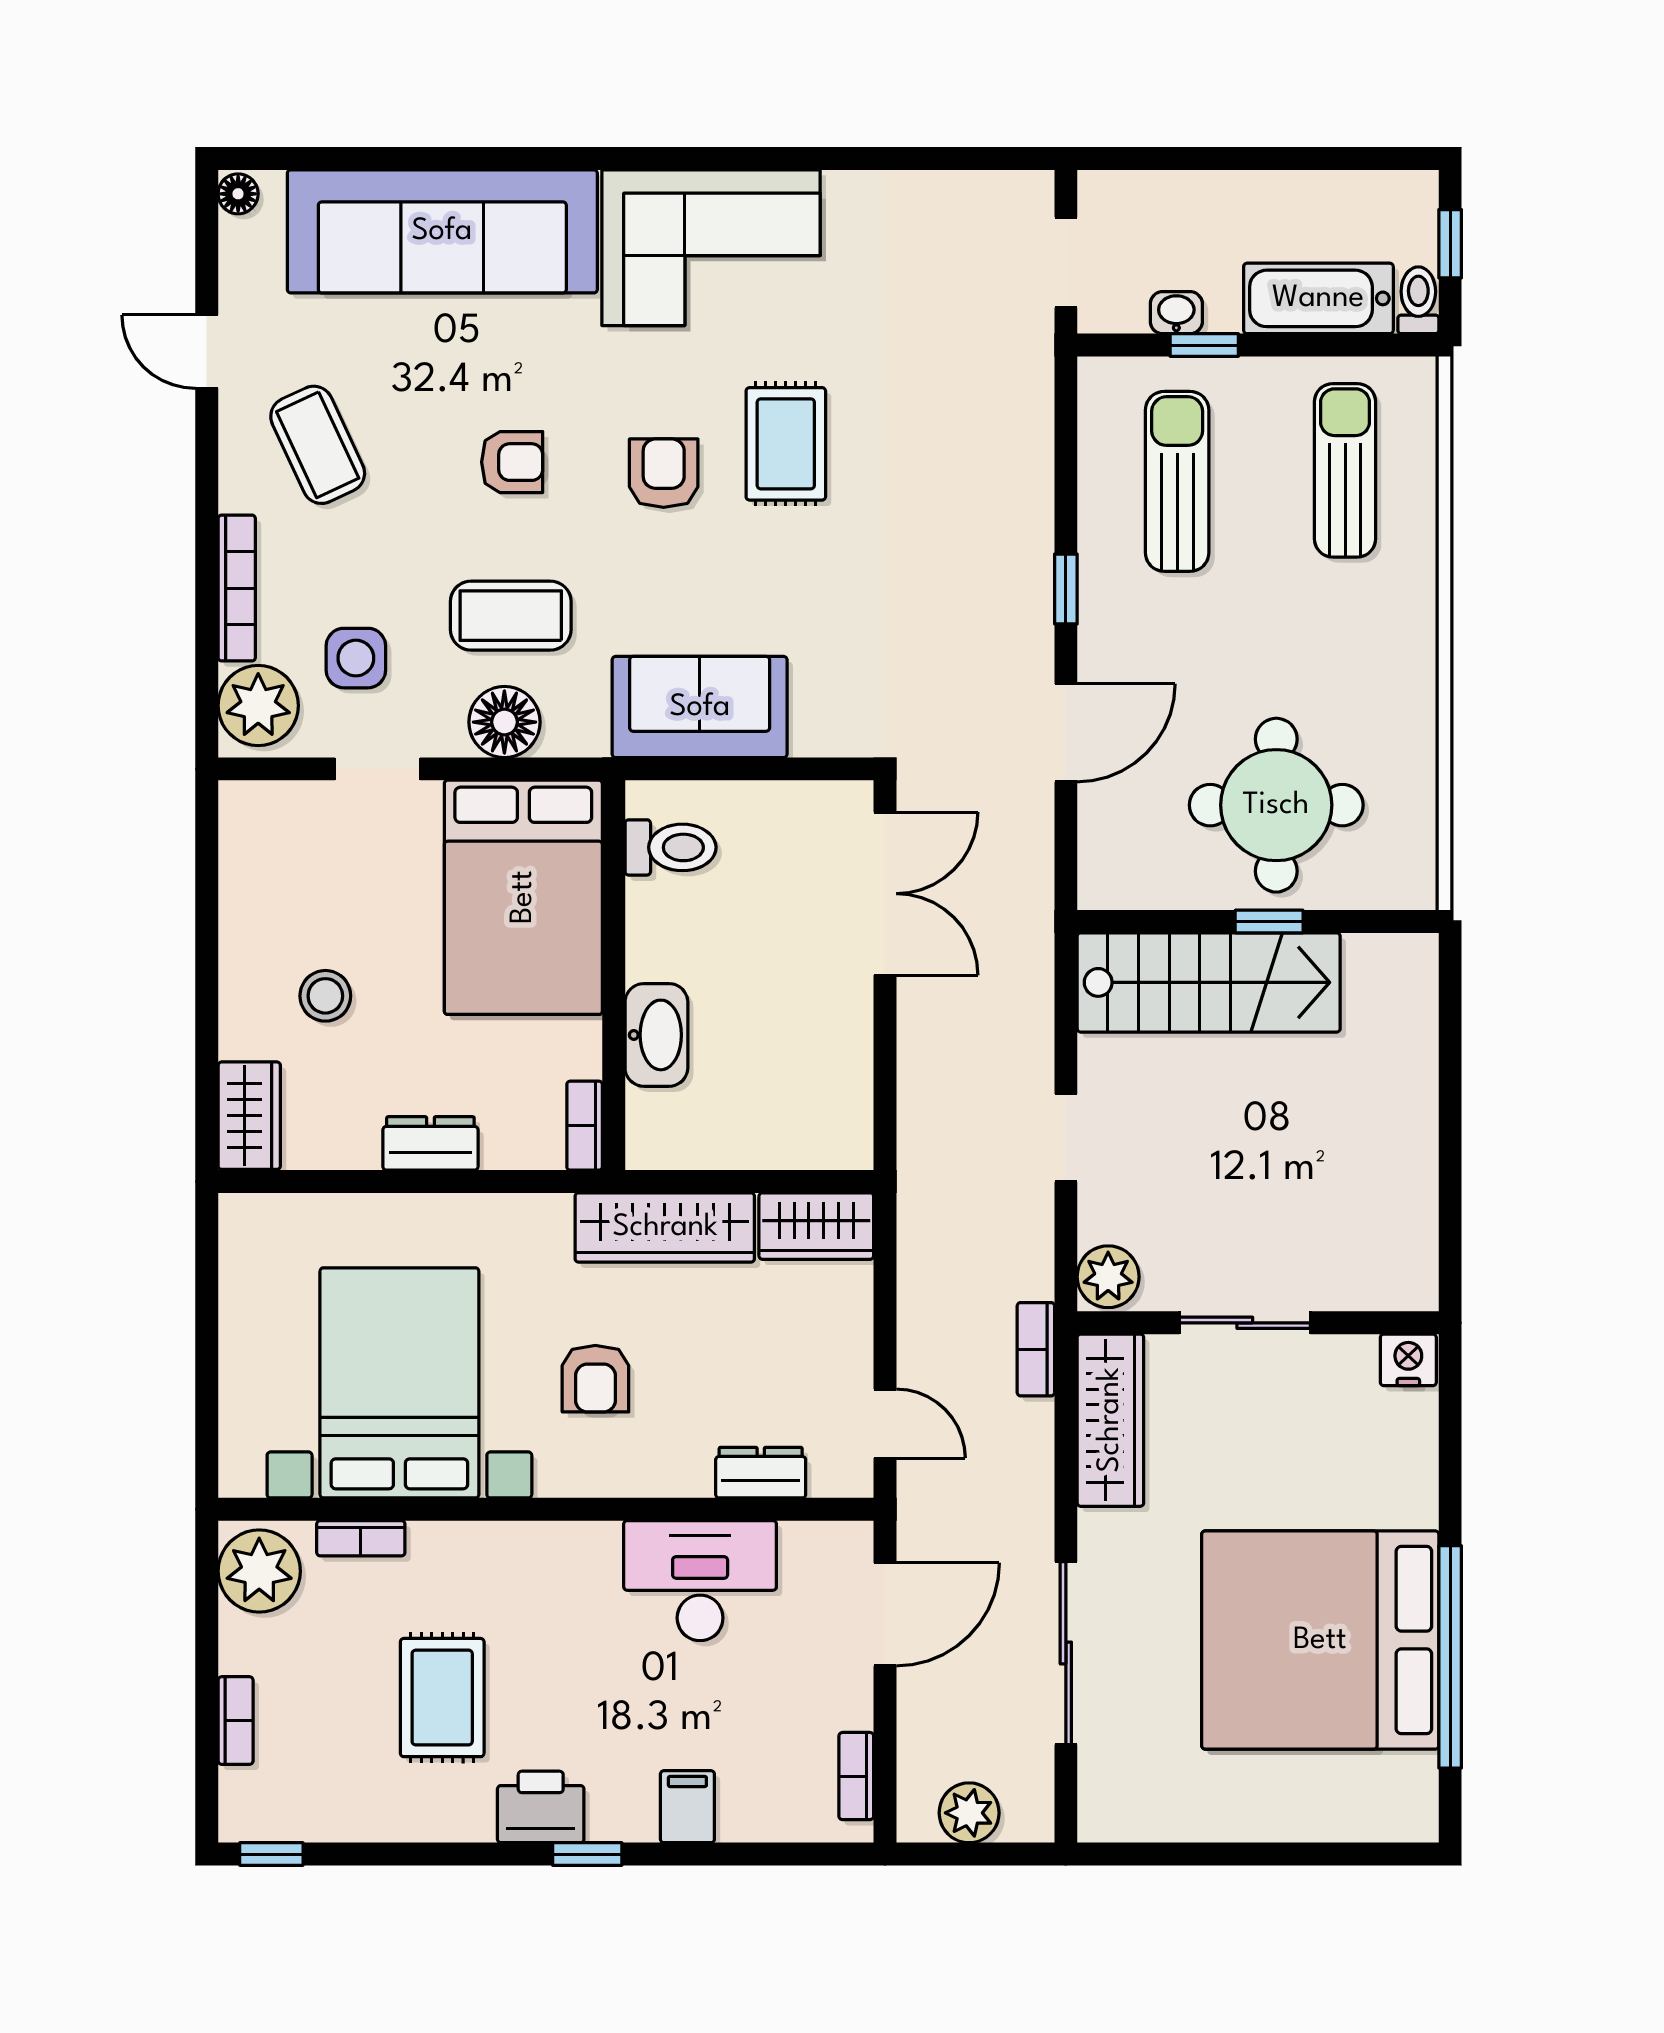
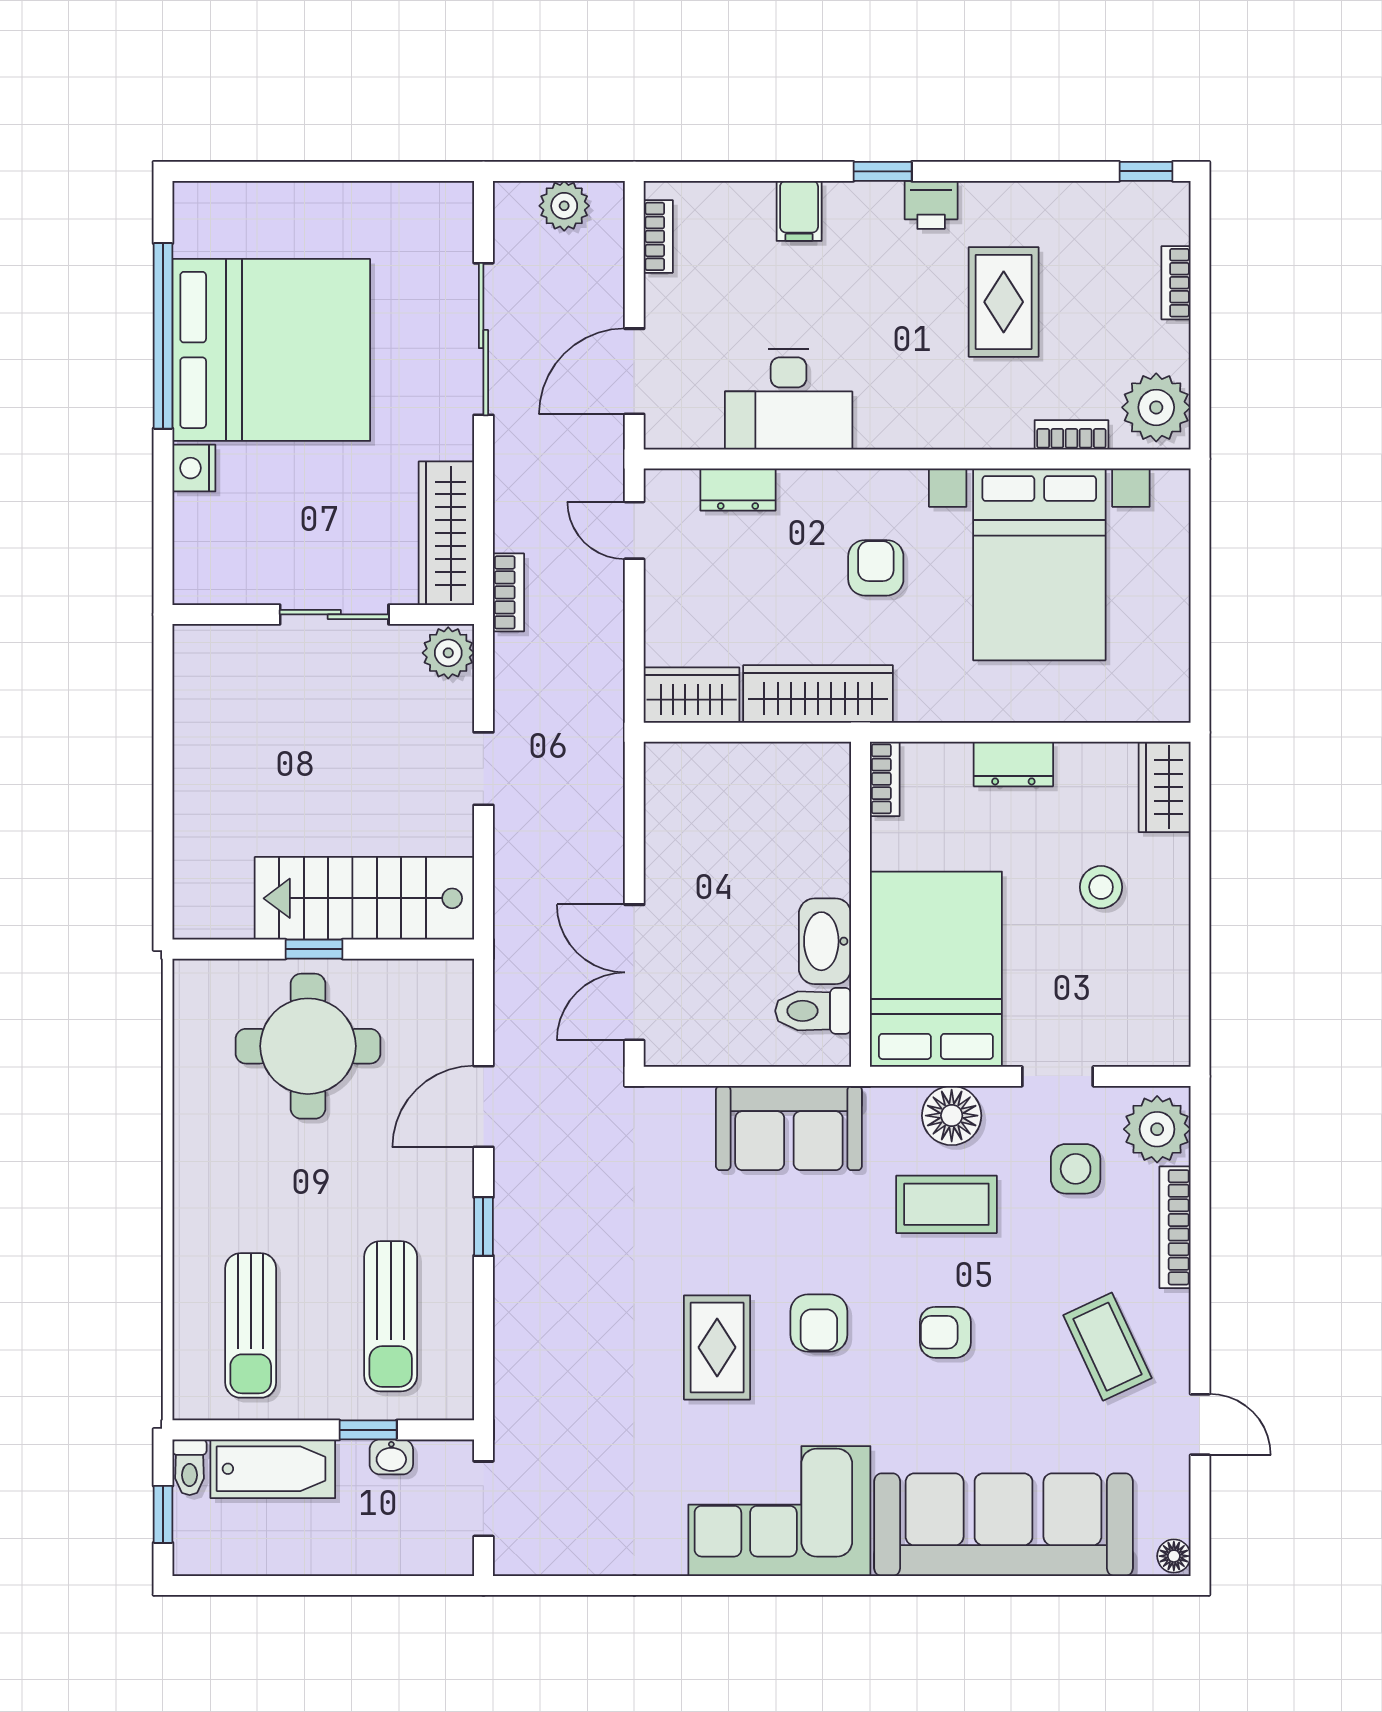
washbasin: (656, 1035) -> (825, 941), moved
nightstand: (1408, 1360) -> (194, 468), moved, turned 90
printer: (541, 1807) -> (931, 205), width x0.73, depth x0.81

